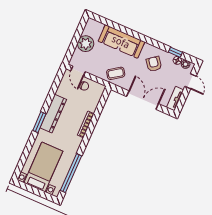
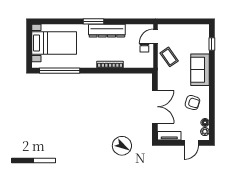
sofa: (121, 42) -> (200, 70), width x0.73
plant: (86, 44) -> (184, 32), removed
window: (175, 52) -> (212, 44), moved
armchair: (154, 64) -> (192, 103), turned 55
coffee table: (116, 73) -> (169, 57), moved

